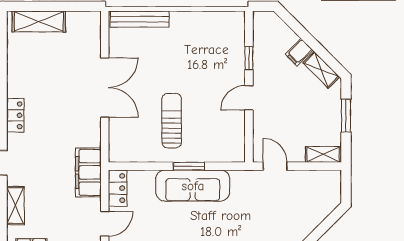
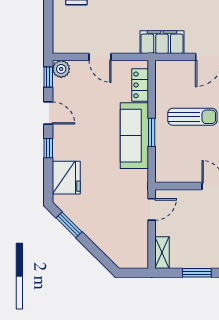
filing cabinet: (88, 172) -> (162, 42), moved
locker: (118, 188) -> (140, 85), moved, turned 90

